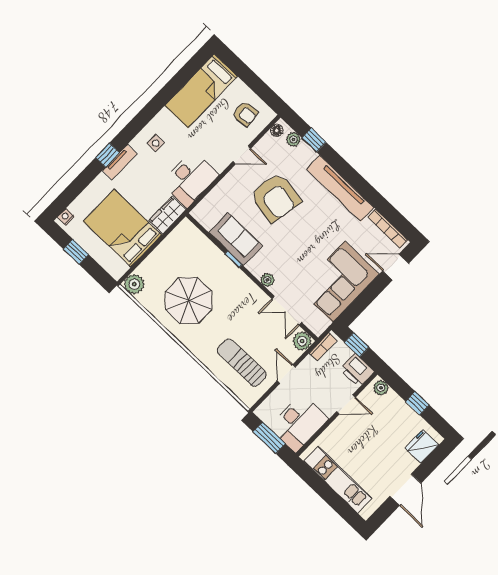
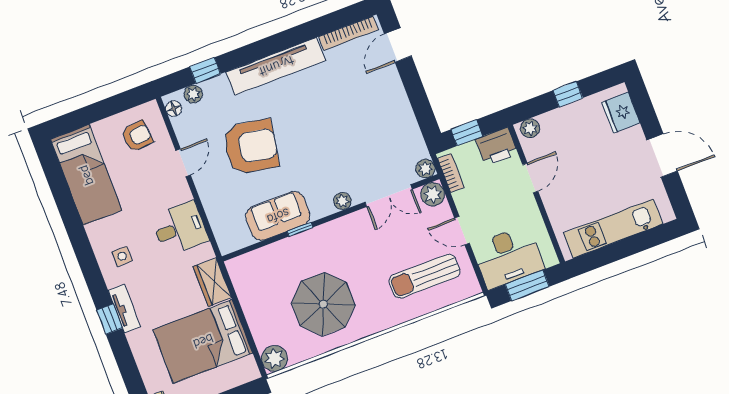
desk: (190, 179) -> (180, 228), width x0.73
corner sofa: (339, 282) -> (384, 119), removed
plant: (318, 327) -> (425, 169), added
desk: (299, 423) -> (508, 257), moved, turned 90

